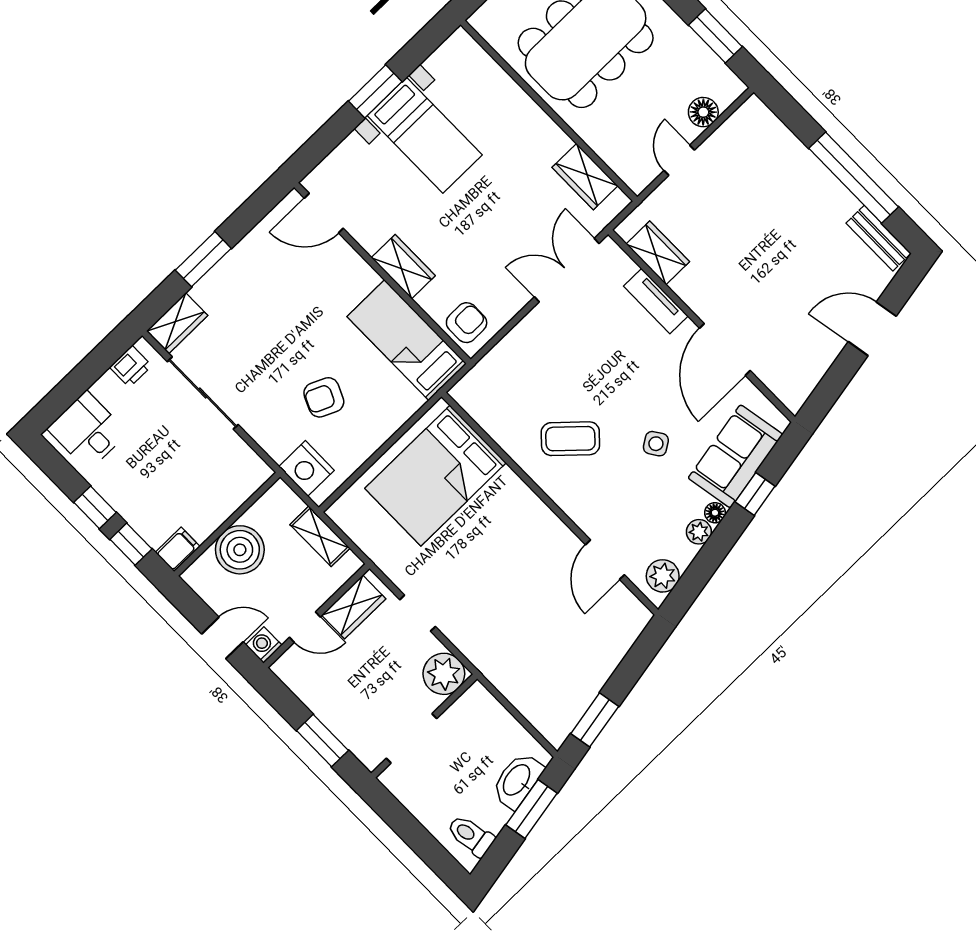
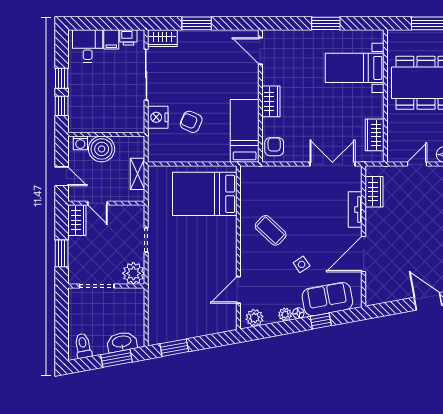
bed with nightstands: (425, 135) -> (355, 68), moved, turned 90
armchair: (467, 323) -> (274, 147), turned -90
nightstand: (307, 468) -> (158, 117), moved
filing cabinet: (178, 549) -> (111, 39), moved, turned 90
wardrobe: (354, 607) -> (77, 220), moved, turned -90
washing machine: (264, 645) -> (80, 143), moved, turned 180

